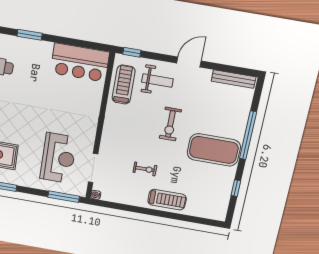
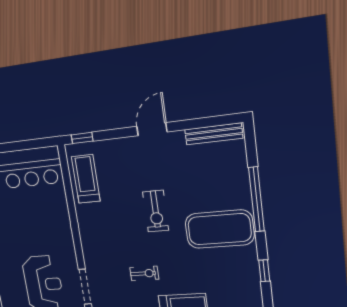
weight bench: (157, 80) -> (123, 163), removed

